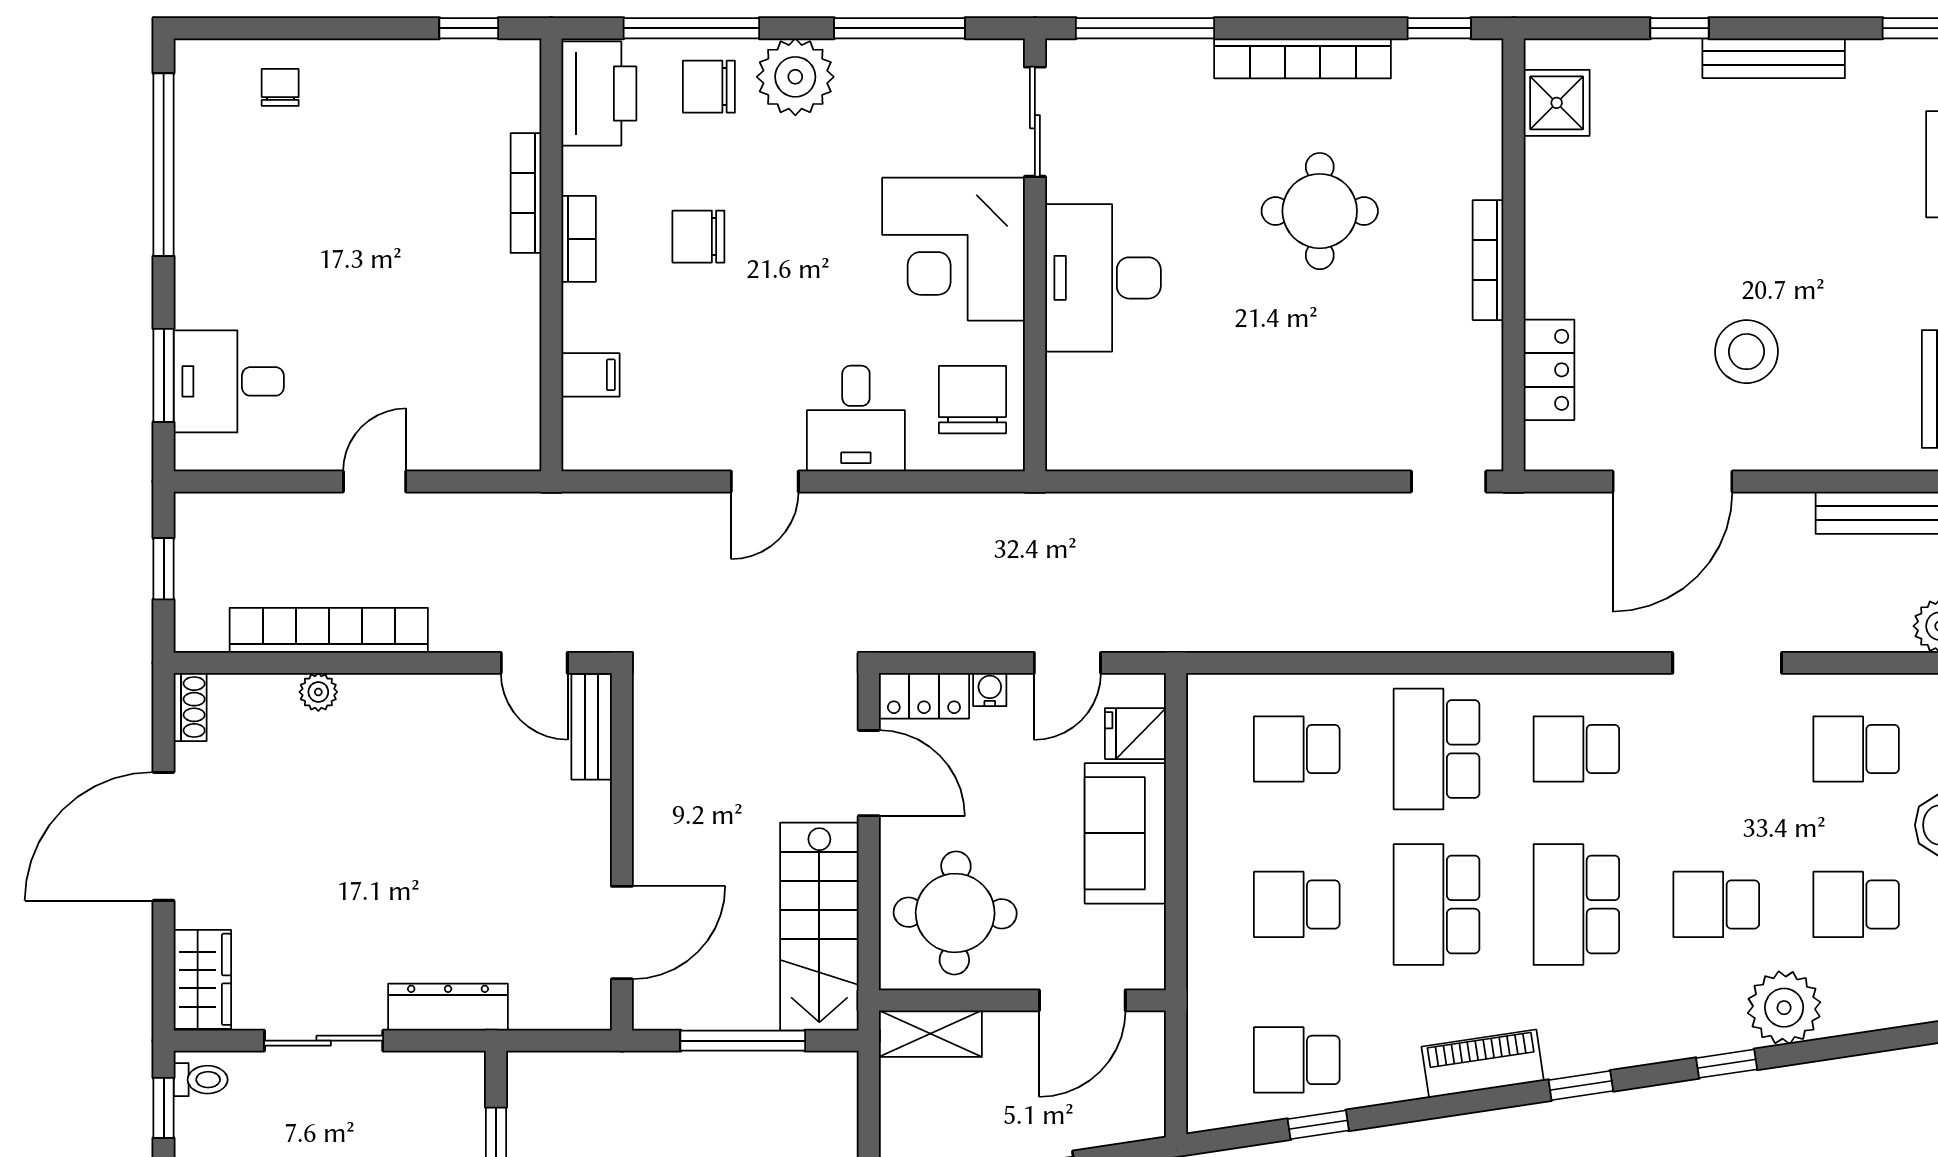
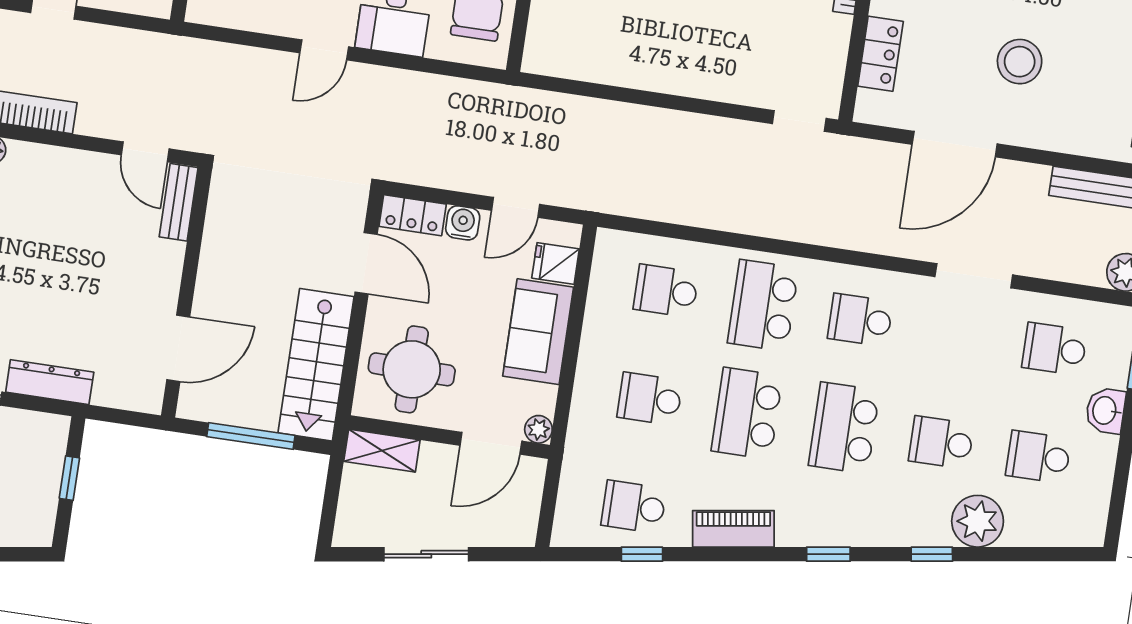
water cooler: (990, 690) -> (463, 223), width x1.38, depth x1.38
plant: (1146, 971) -> (538, 429), added
piano: (1483, 1064) -> (733, 529), moved

